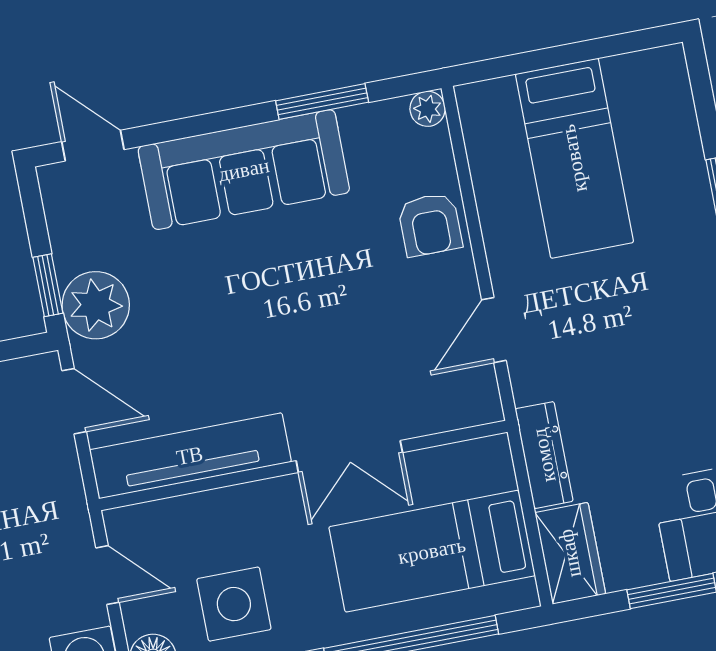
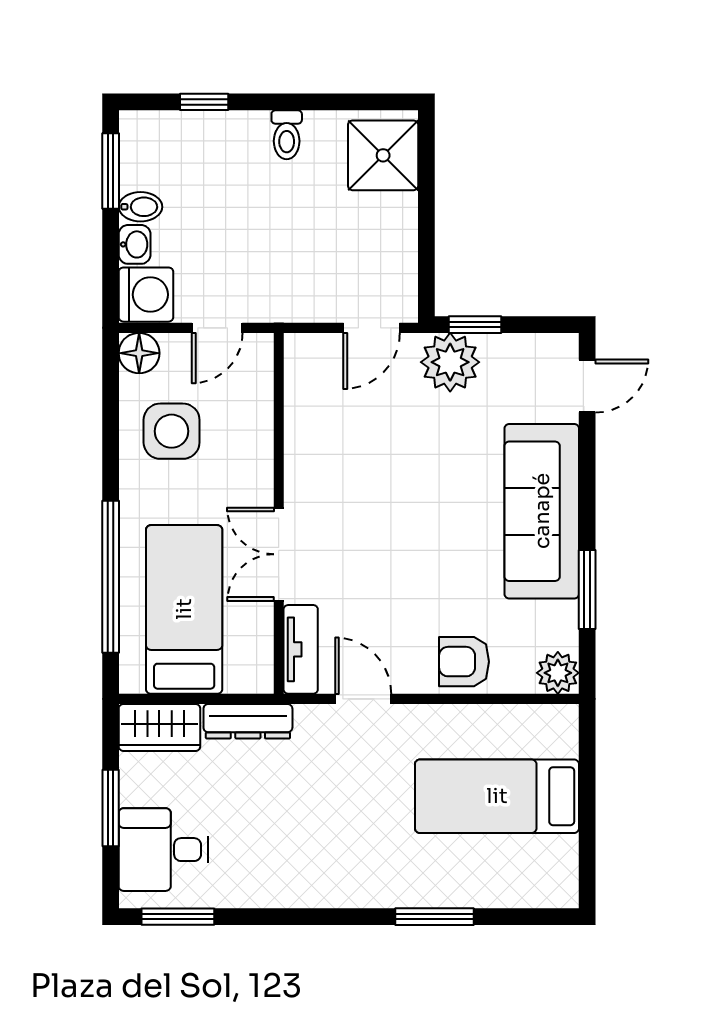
plant: (428, 109) -> (558, 673), width x1.38, depth x1.38
tv unit: (190, 456) -> (301, 649), moved, width x0.52, depth x0.78

